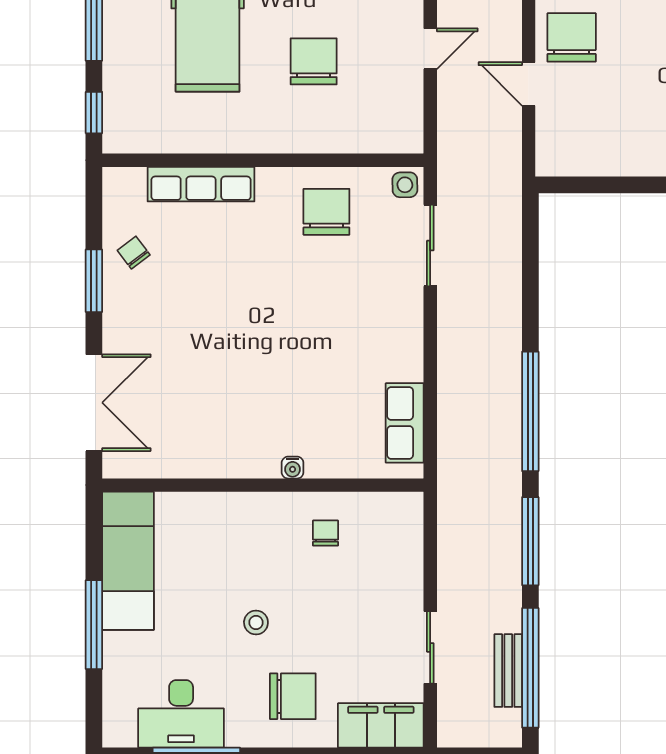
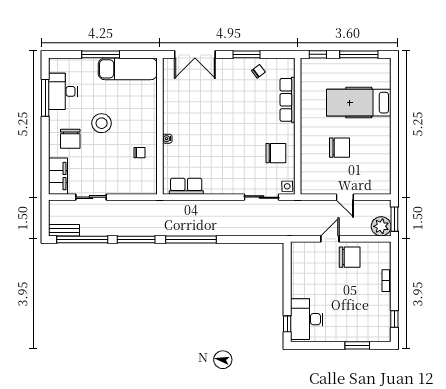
stool: (256, 622) -> (102, 123), width x1.89, depth x1.89
bench: (508, 671) -> (64, 230), moved

